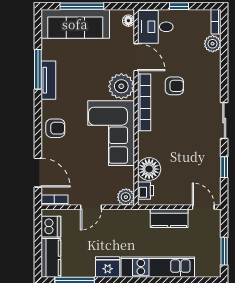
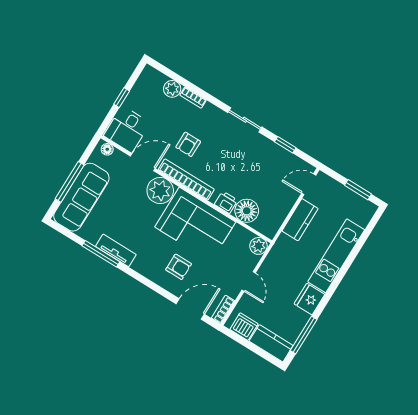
bookcase: (216, 22) -> (193, 98), moved
armchair: (174, 86) -> (188, 144), turned 180
armchair: (55, 128) -> (179, 267), moved, turned 90
printer: (146, 191) -> (226, 202), moved

